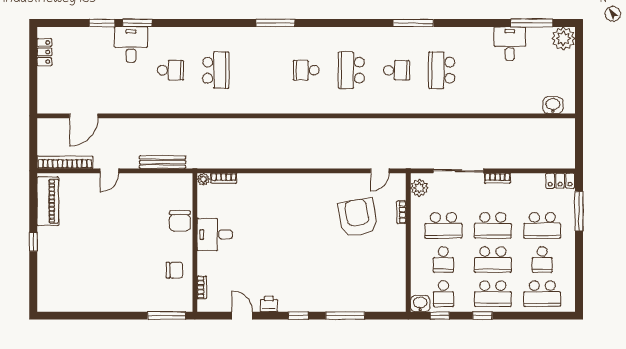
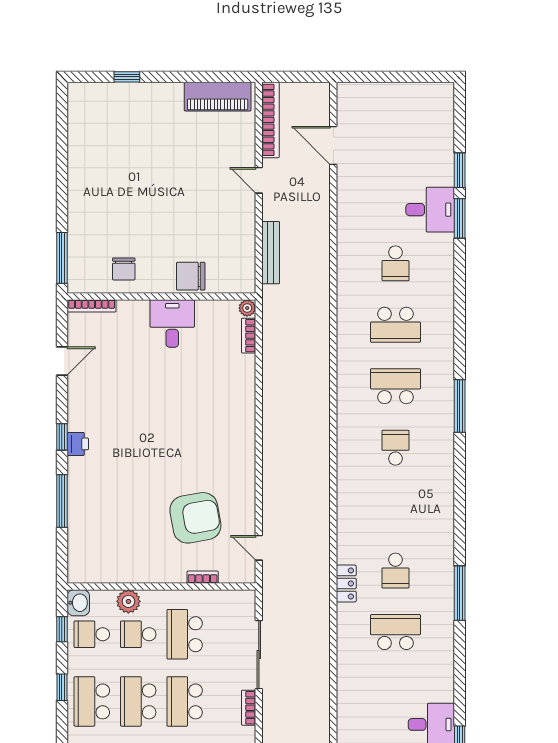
locker: (44, 52) -> (346, 583), moved, turned -90
school desk: (351, 70) -> (395, 386), moved
plant: (419, 188) -> (128, 601), moved
window: (33, 242) -> (127, 77), moved
bookcase: (202, 287) -> (92, 306), width x1.56
printer: (269, 304) -> (78, 444), moved

